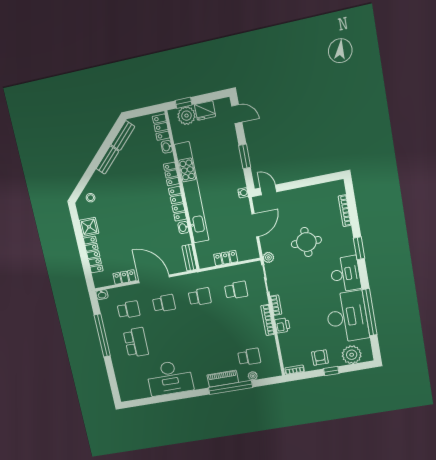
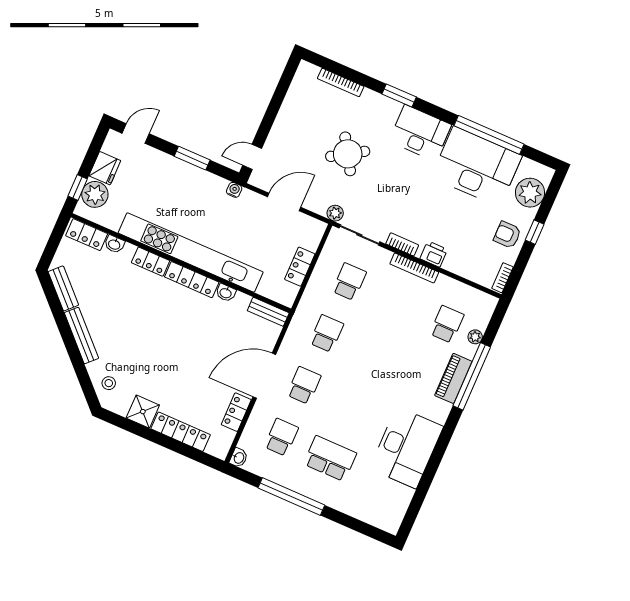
bench: (107, 160) -> (81, 336), width x1.36
door: (255, 225) -> (284, 202), hinge flipped
round table: (306, 242) -> (348, 154), turned -32

